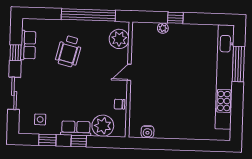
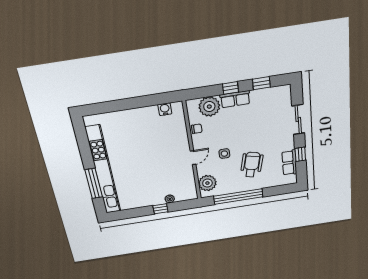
side table: (40, 119) -> (224, 154), moved

